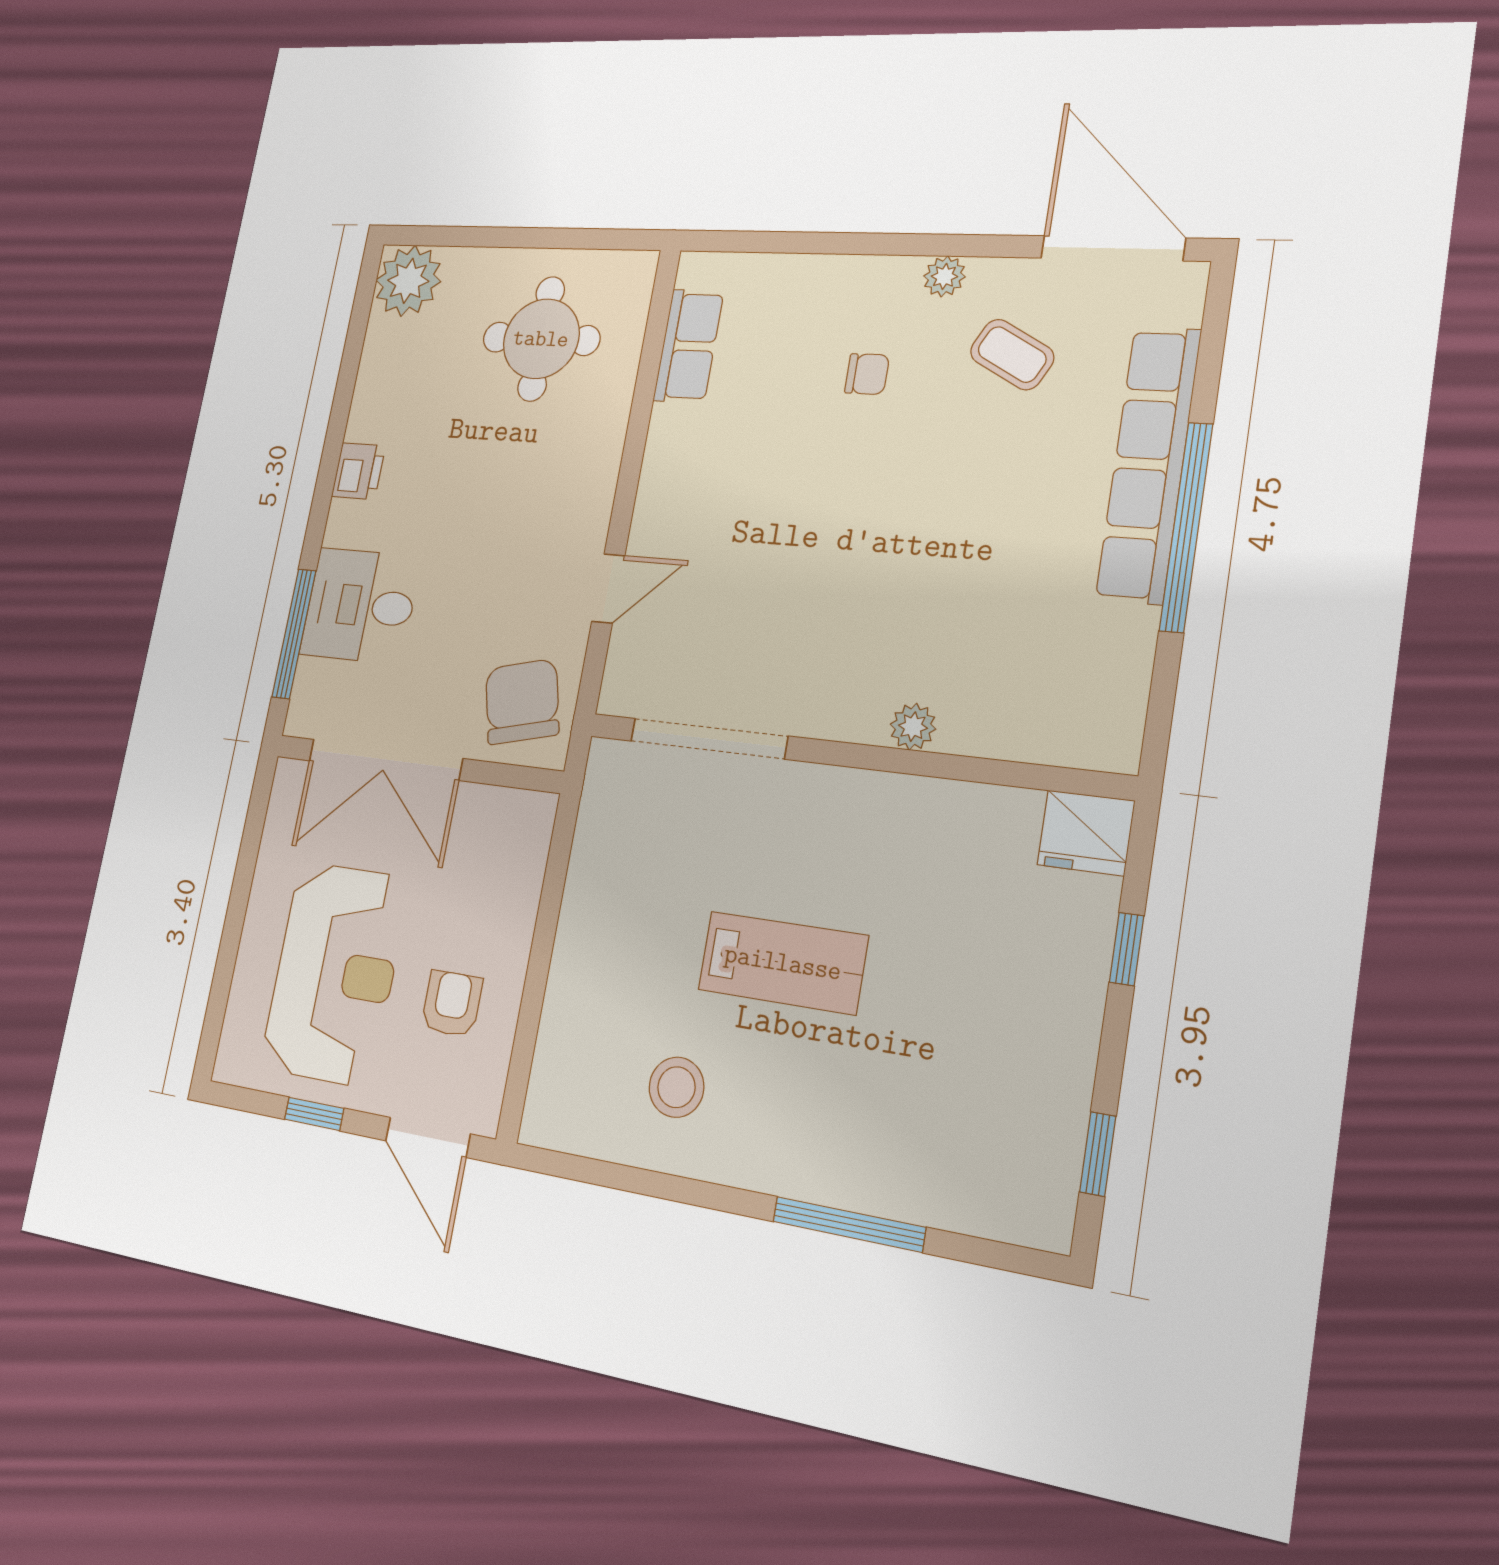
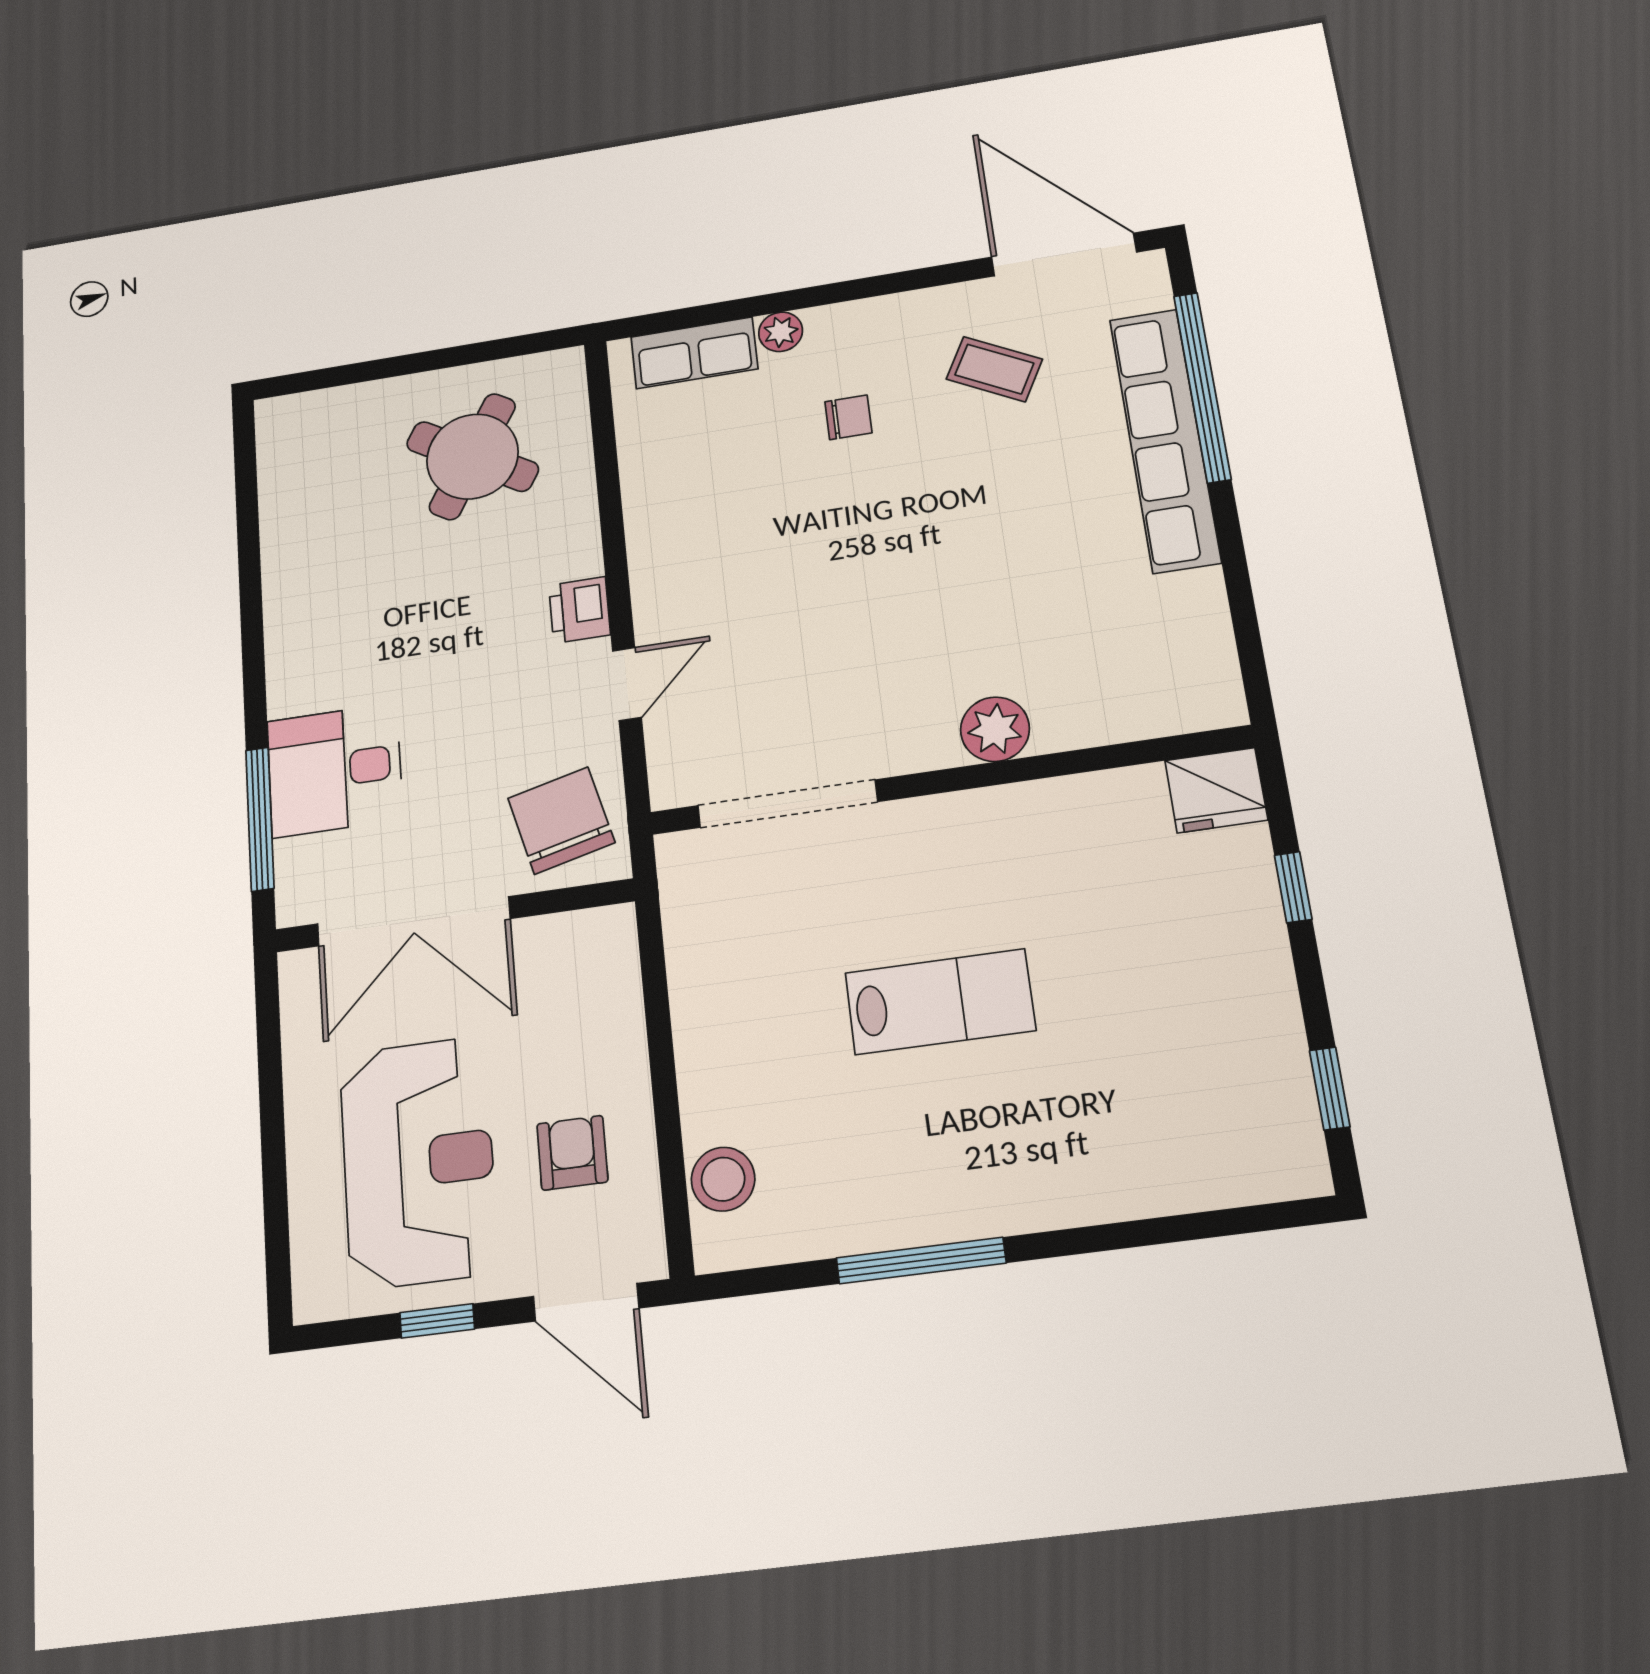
plant: (944, 276) -> (781, 332), moved
plant: (408, 281) -> (295, 430), removed
round table: (541, 339) -> (472, 456), turned 31
row of seats: (688, 346) -> (694, 353), moved, turned 90
printer: (358, 471) -> (580, 610), moved, turned 180
window: (1186, 527) -> (1202, 387), moved
plant: (913, 727) -> (995, 729), width x1.38, depth x1.38
stool: (676, 1087) -> (723, 1179), moved
window: (849, 1224) -> (921, 1260), moved

